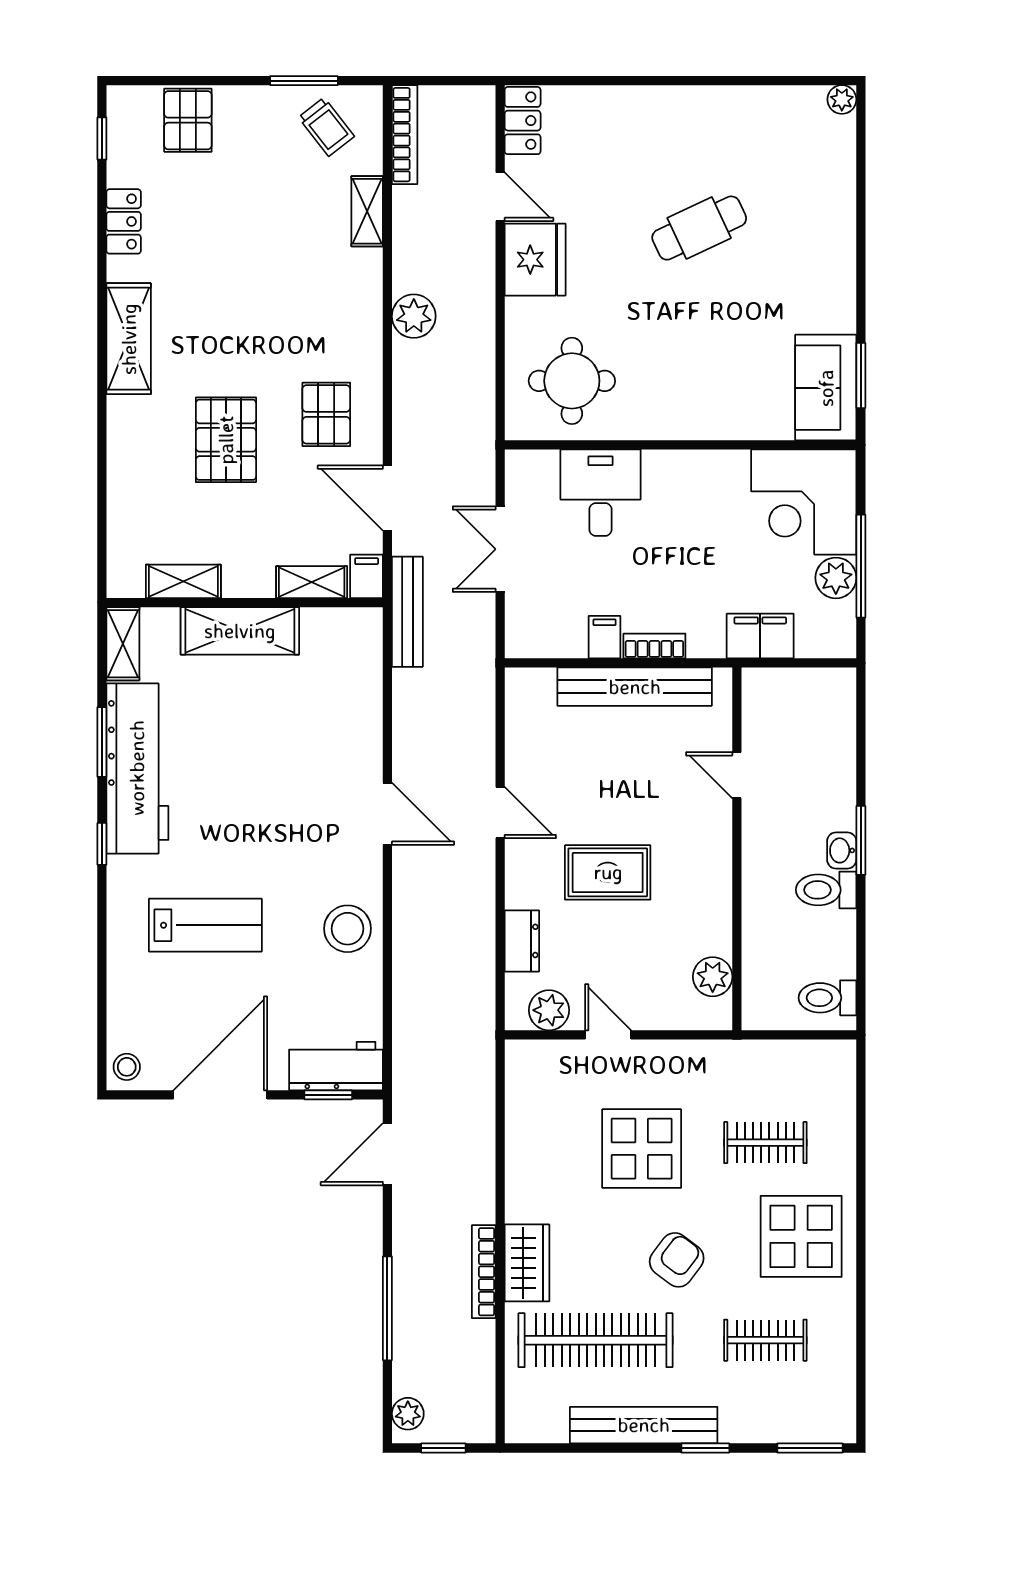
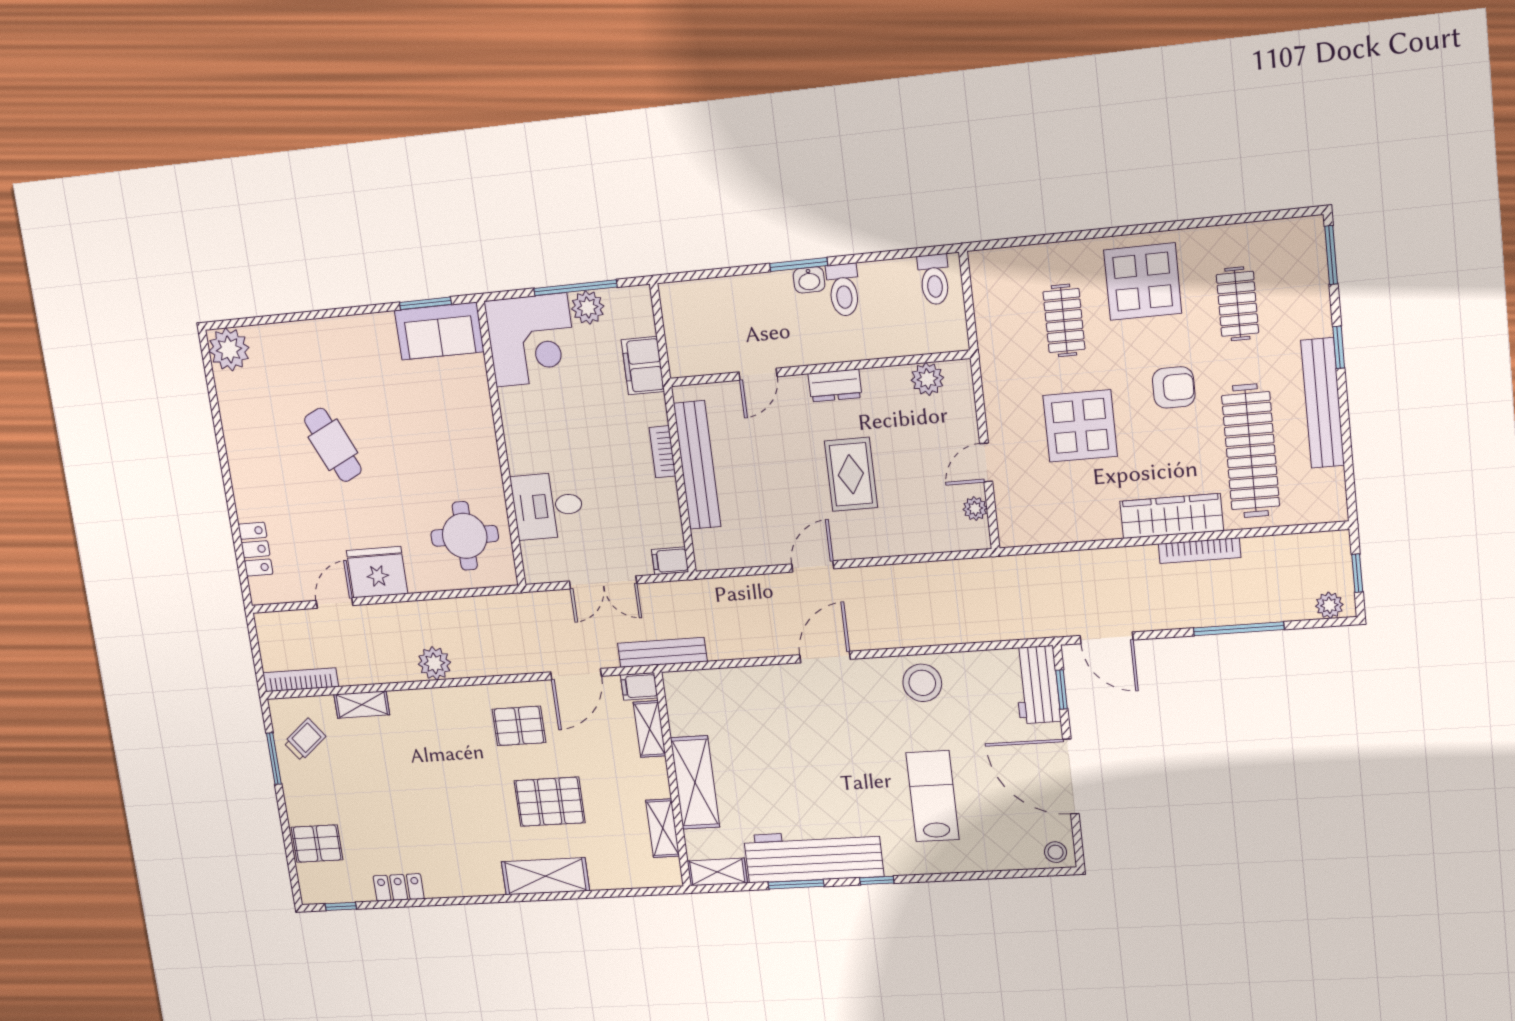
plant: (842, 99) -> (229, 349), width x1.87, depth x1.87
locker: (523, 121) -> (255, 549), moved, turned 90
shelving: (129, 339) -> (545, 876), moved
filing cabinet: (604, 637) -> (670, 561), moved
dresser: (522, 941) -> (835, 385), moved, turned 180
plant: (549, 1010) -> (975, 509), width x0.73, depth x0.73
armchair: (677, 1260) -> (1174, 387), turned 143
wardrobe: (527, 1263) -> (1172, 516), width x1.50

